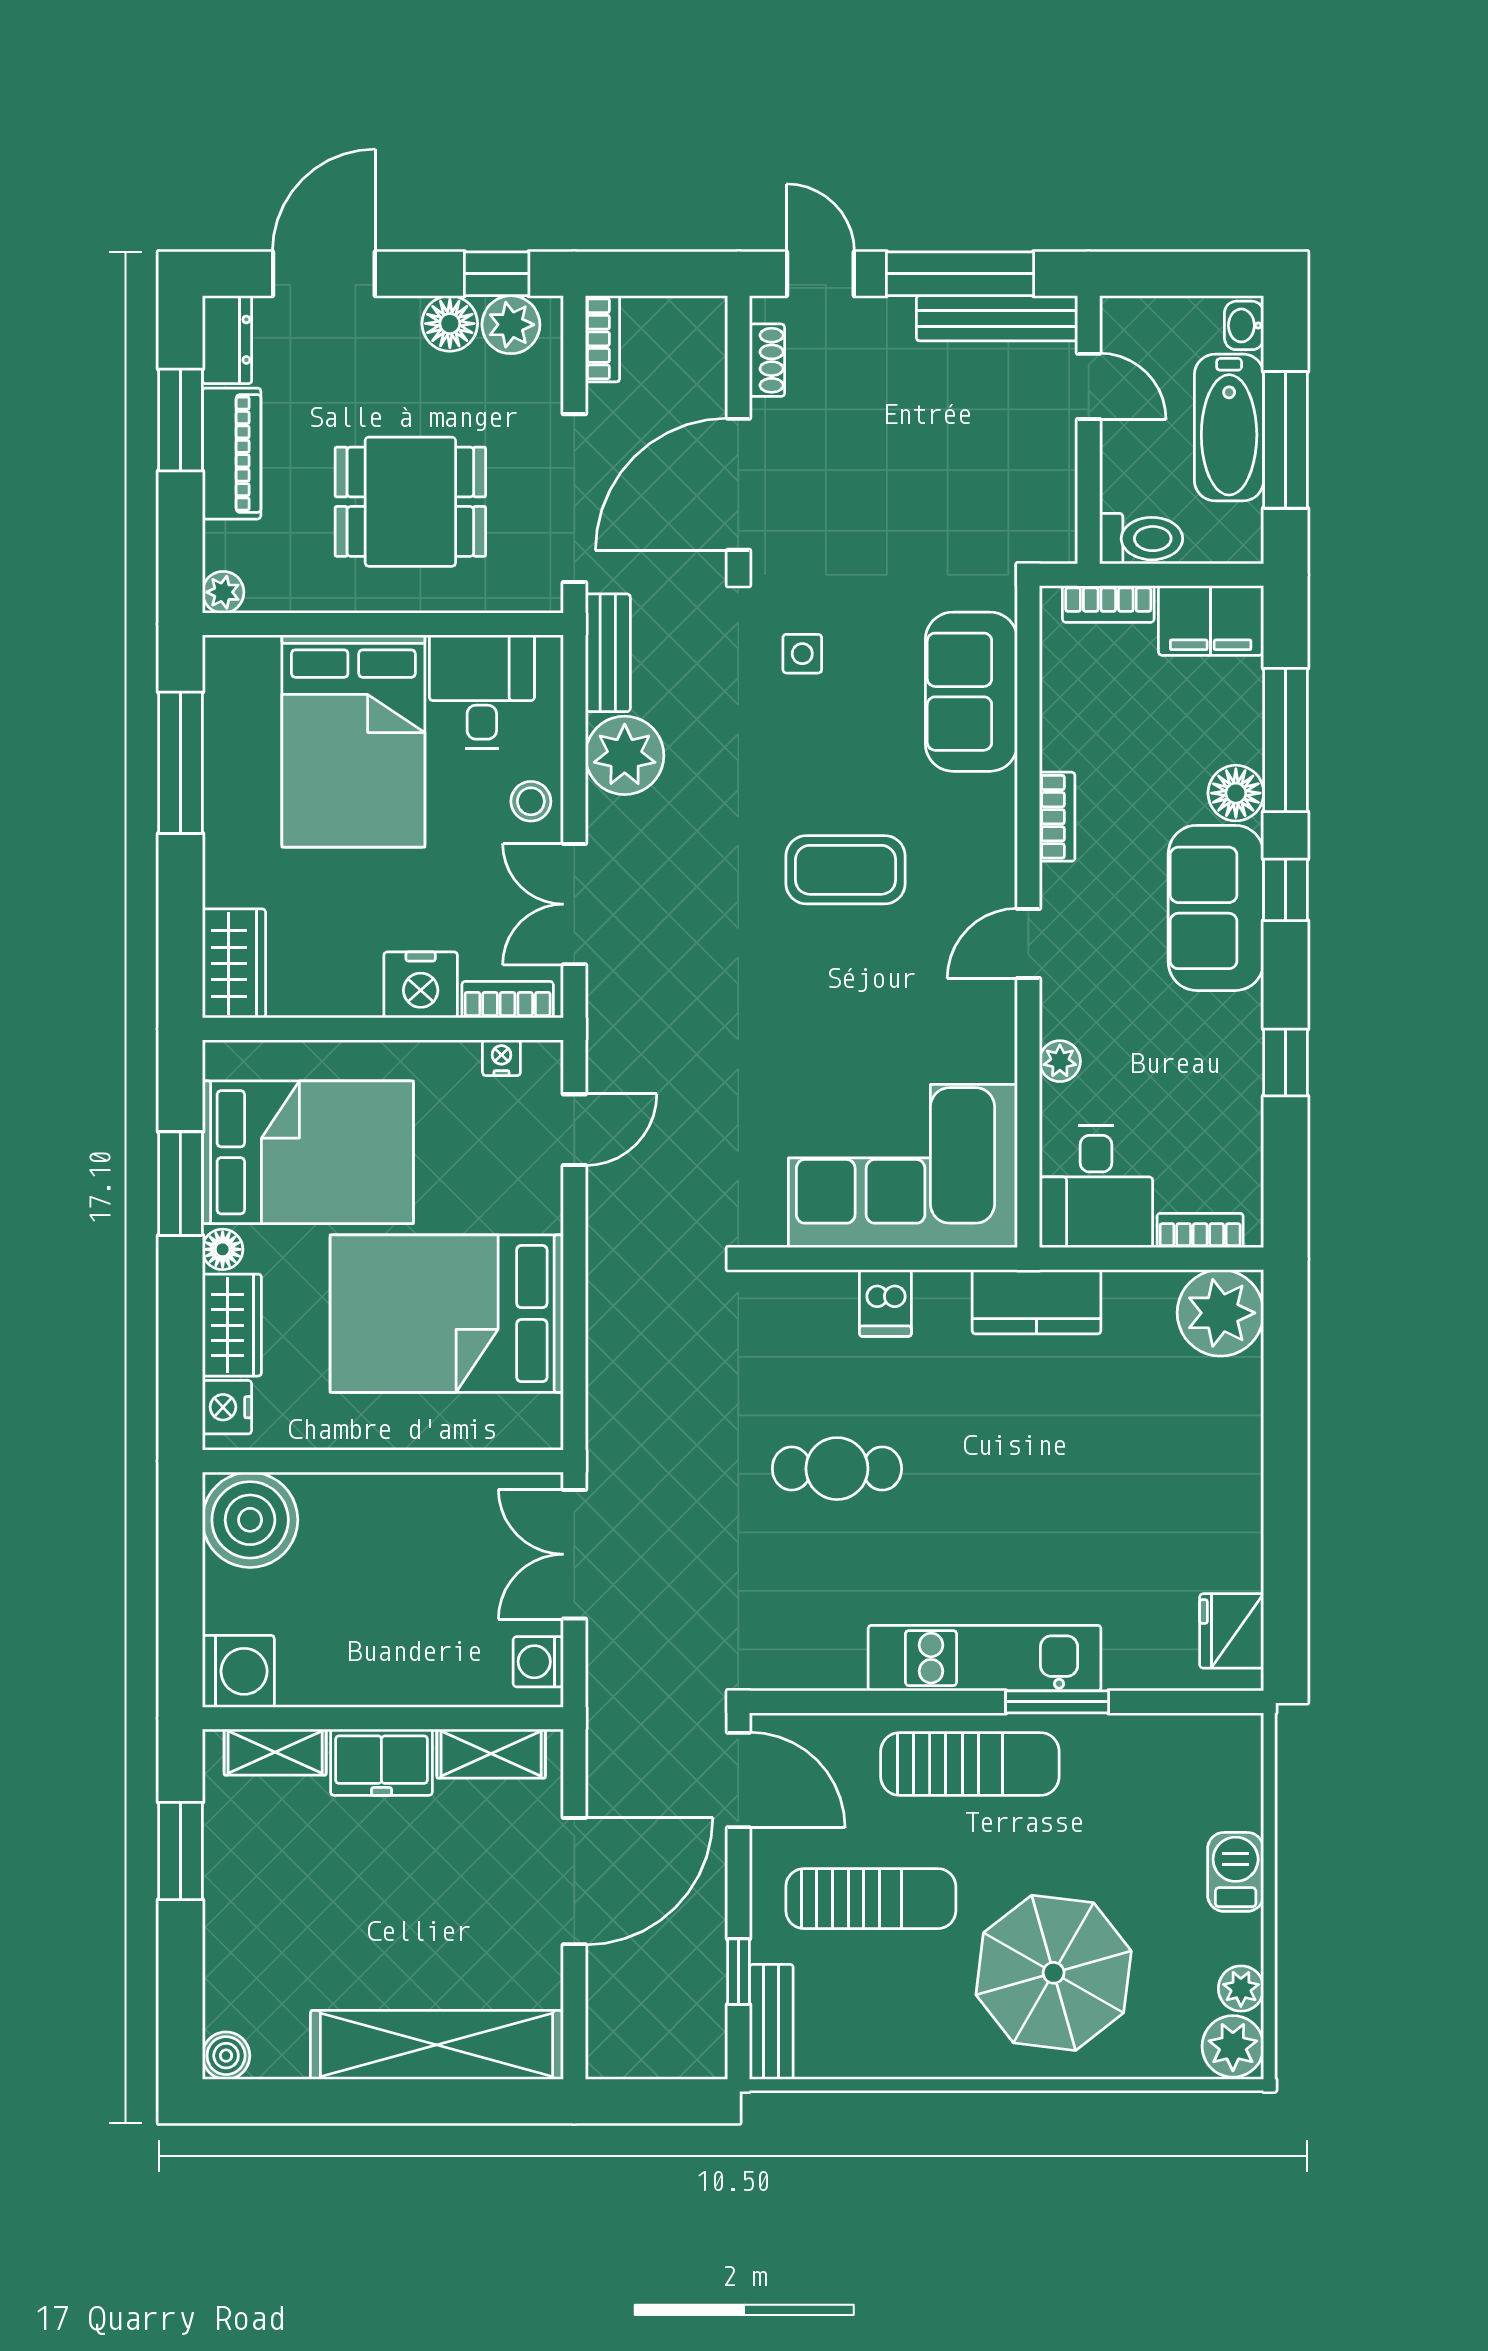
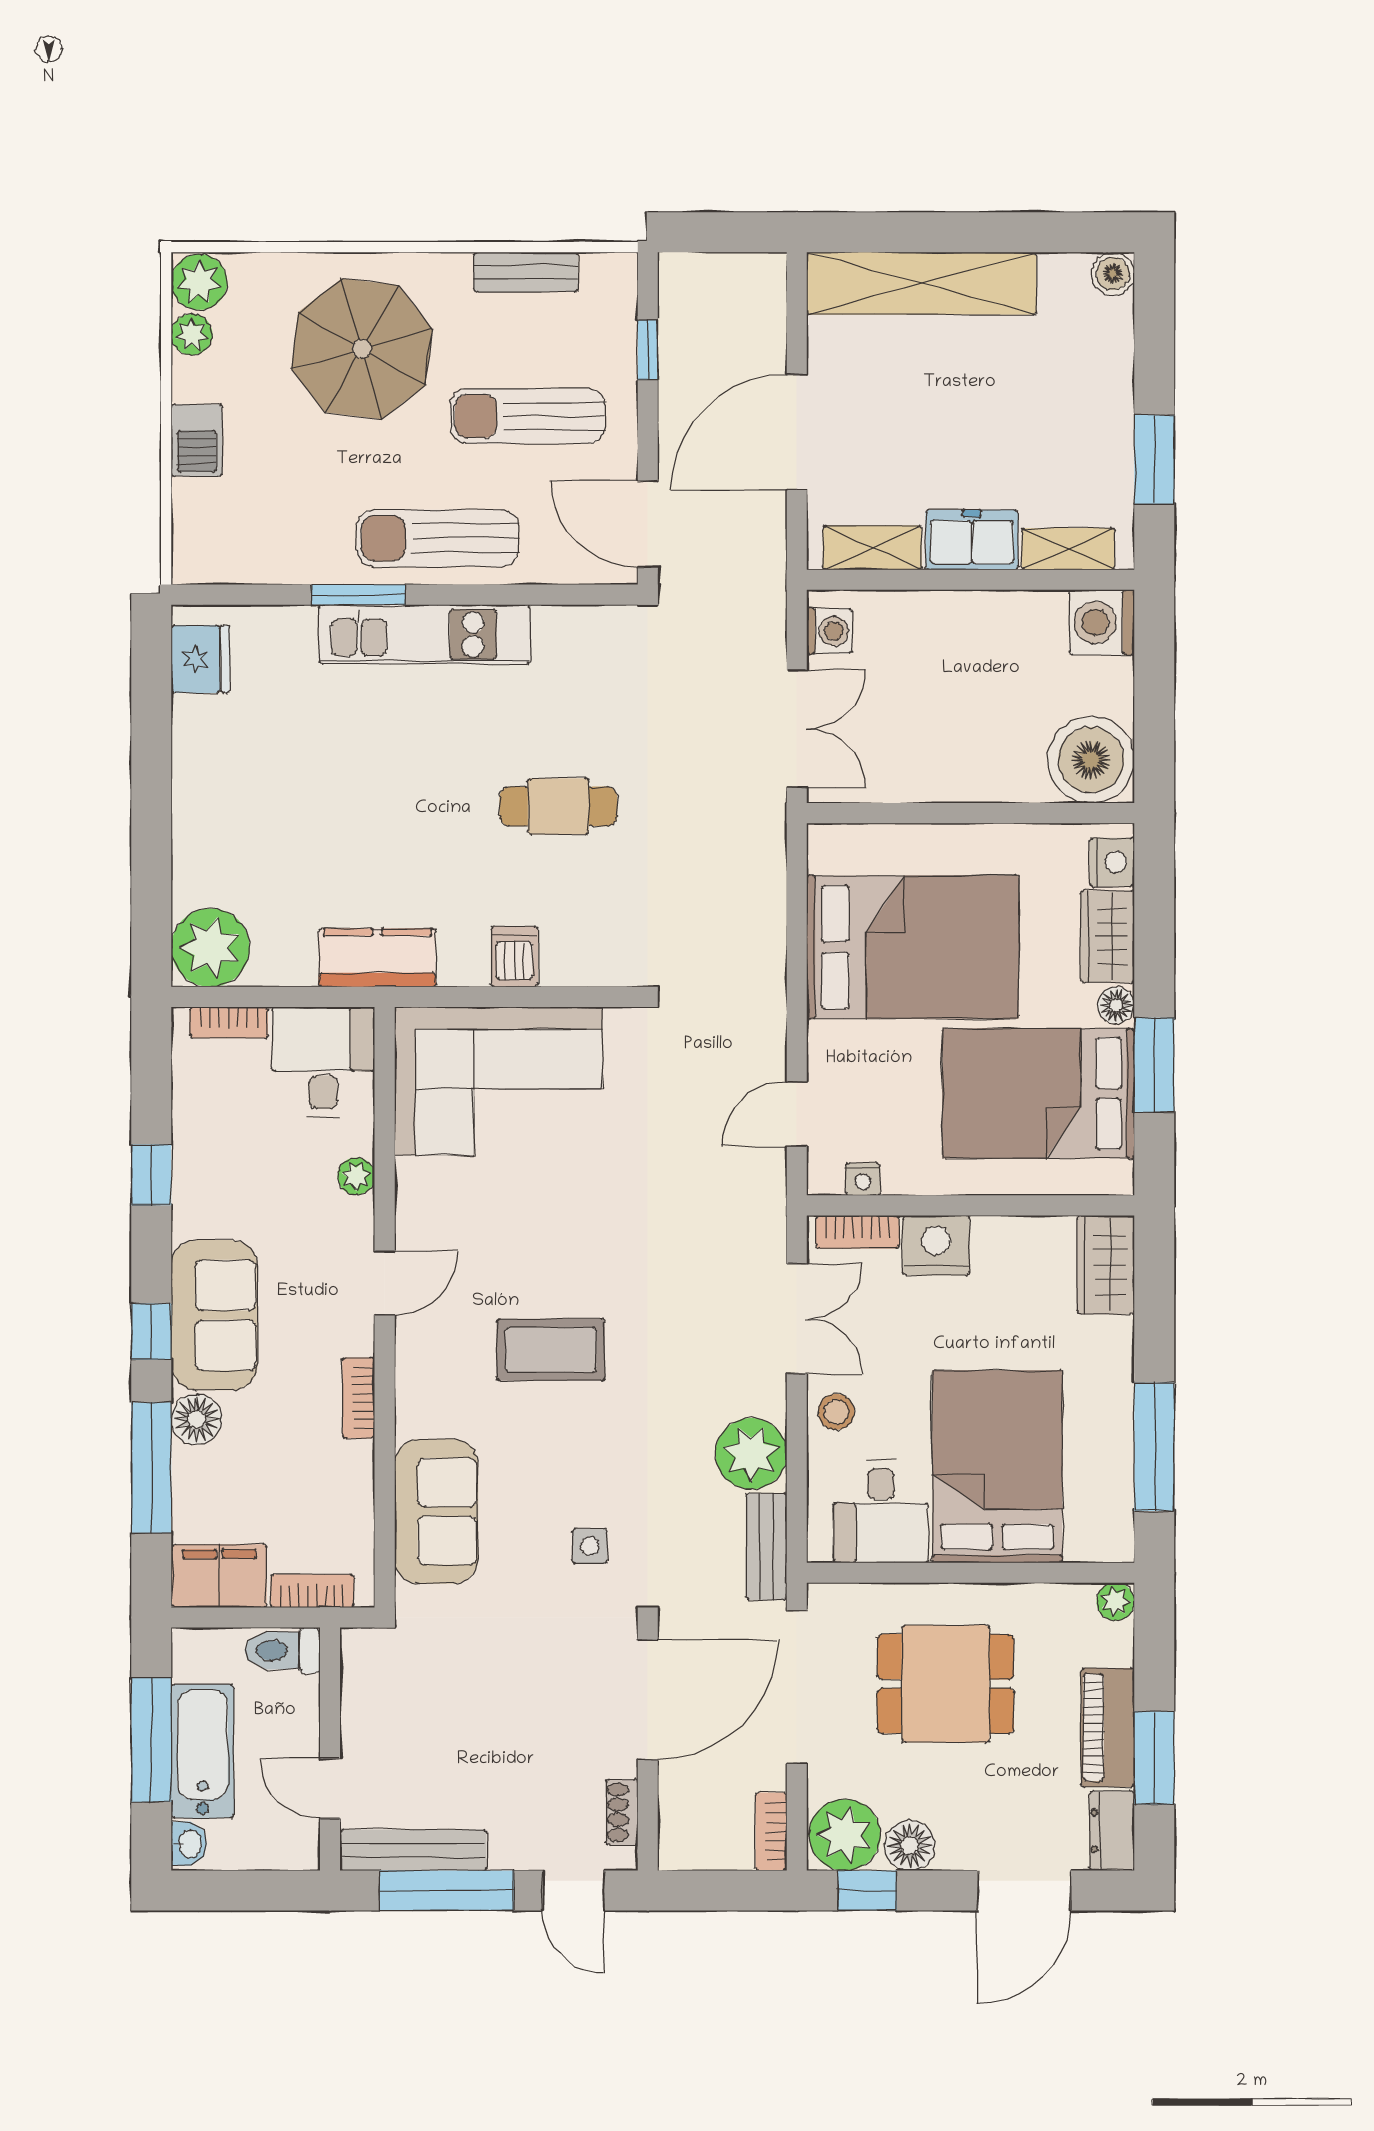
plant: (511, 325) -> (845, 1835), width x1.36, depth x1.36
bench: (771, 2022) -> (526, 272), moved, turned 90

